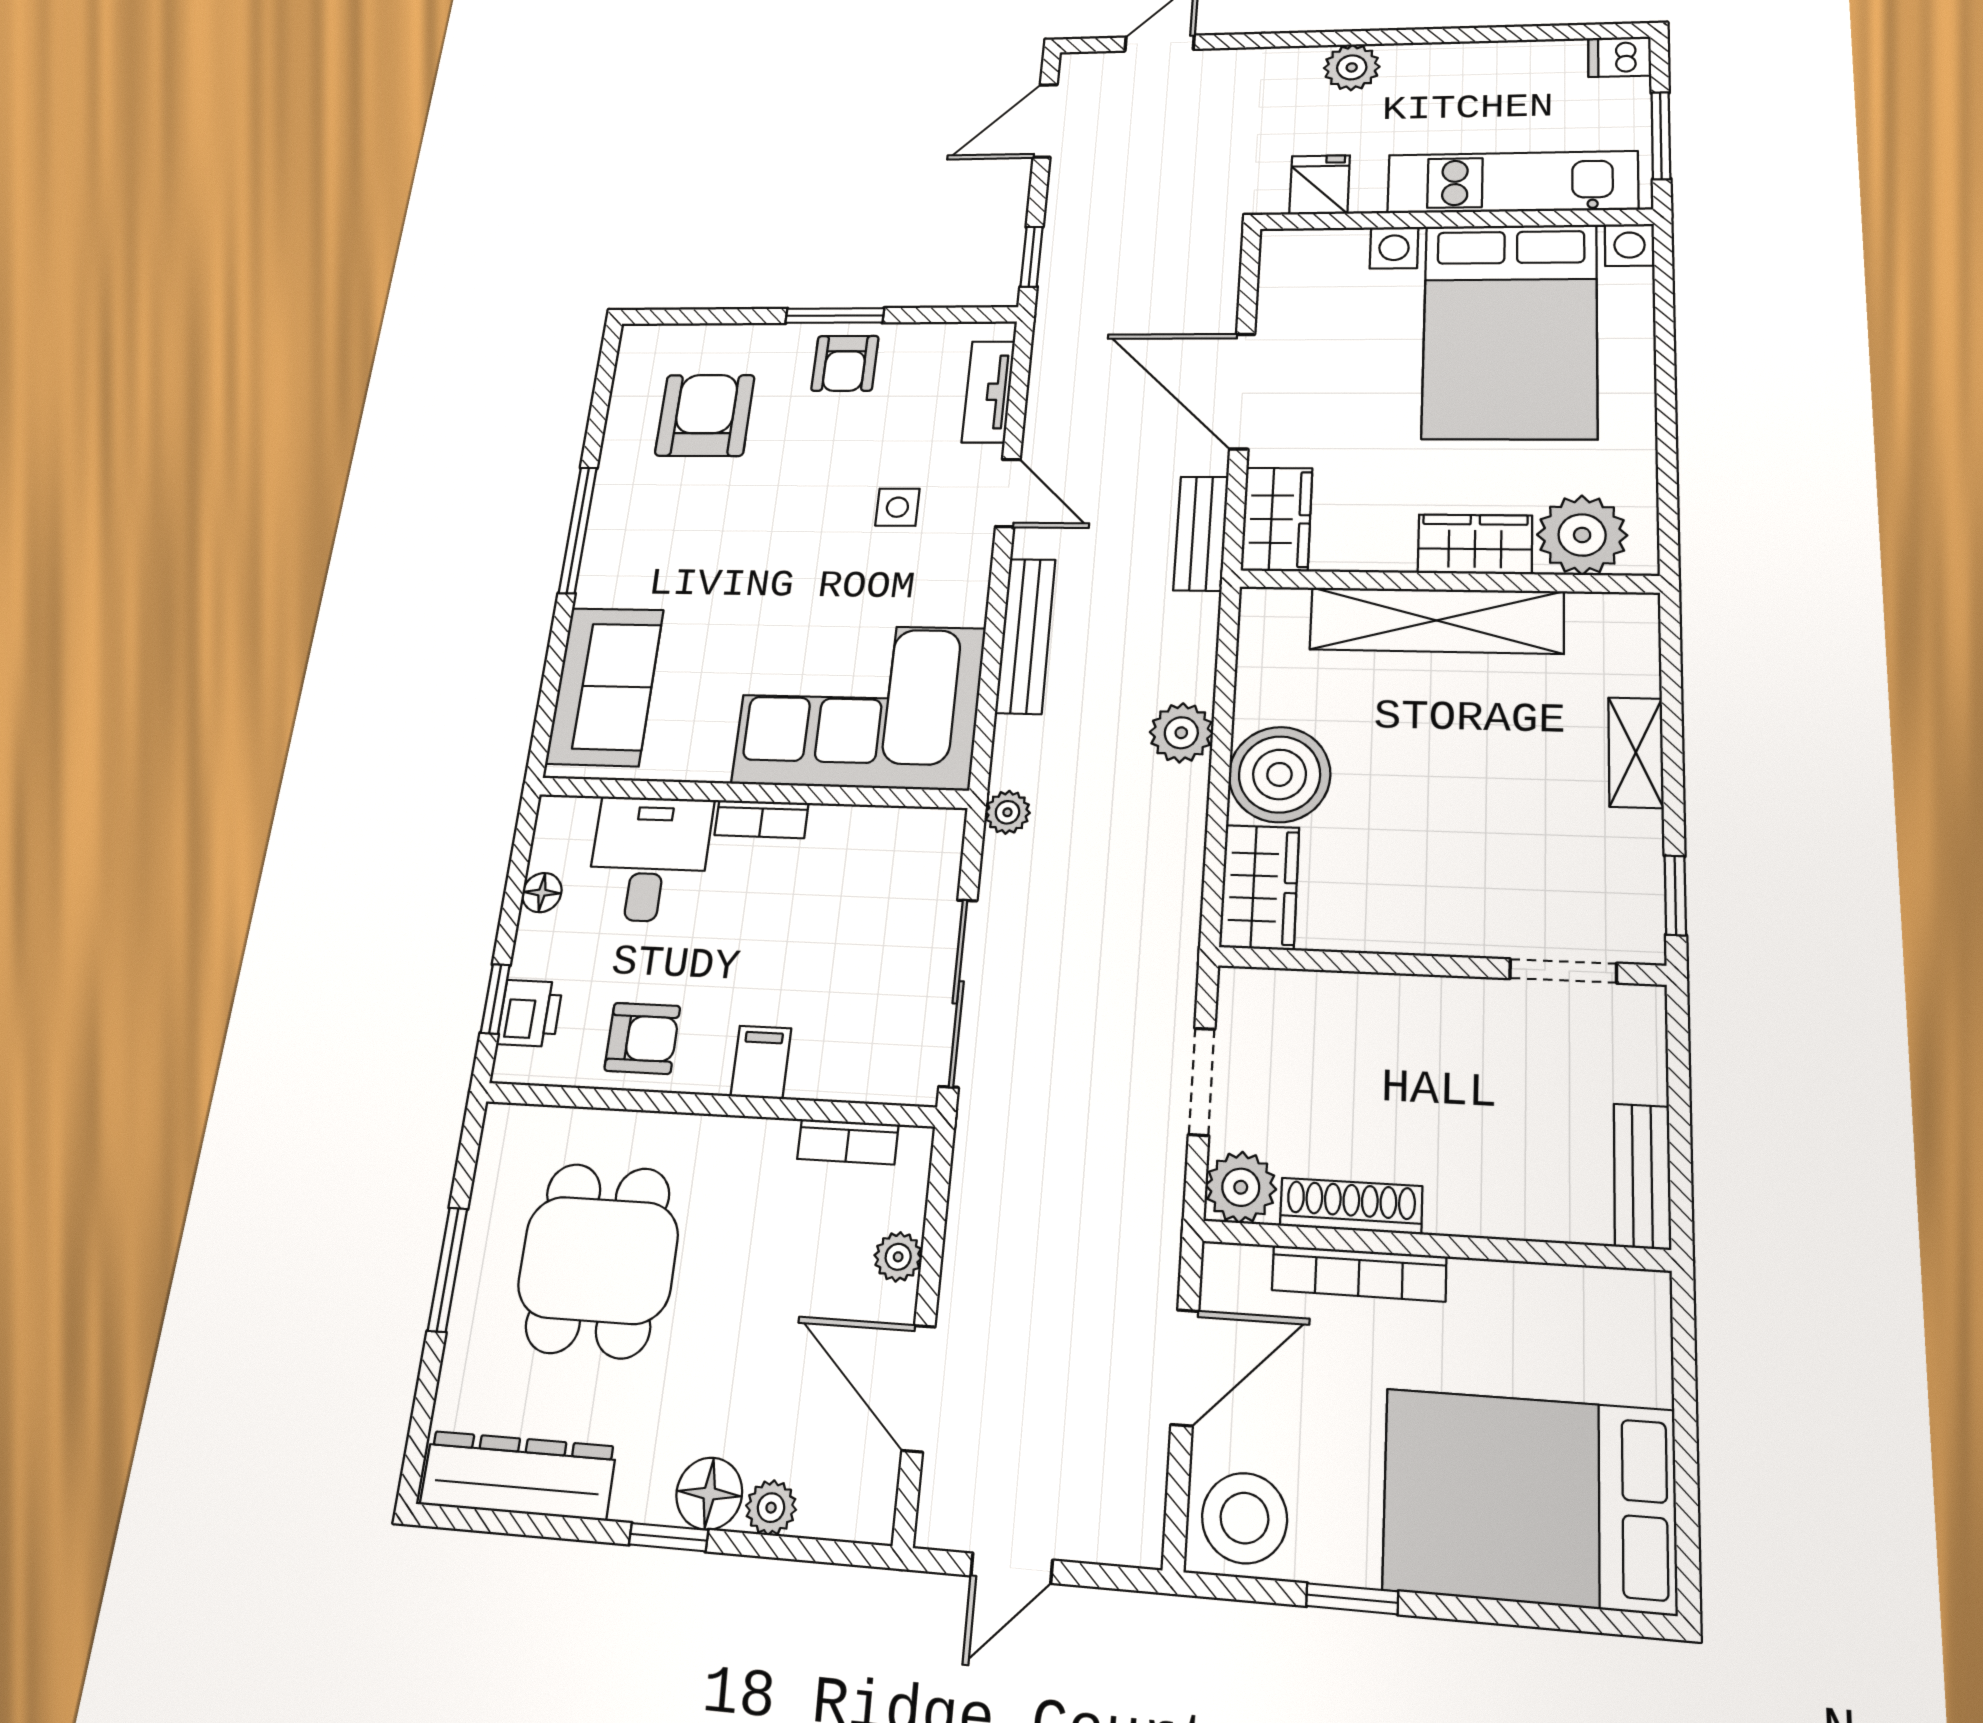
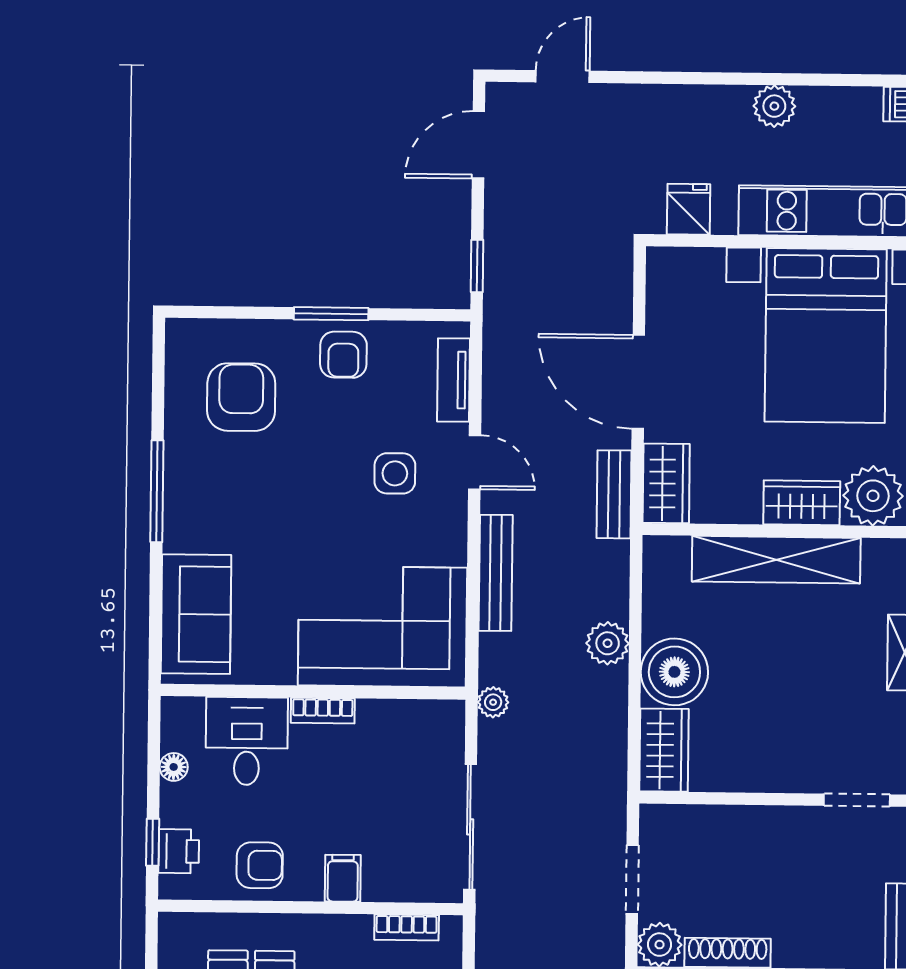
plant: (1352, 67) -> (774, 106), moved
side table: (897, 507) -> (395, 473), width x1.37, depth x1.37

